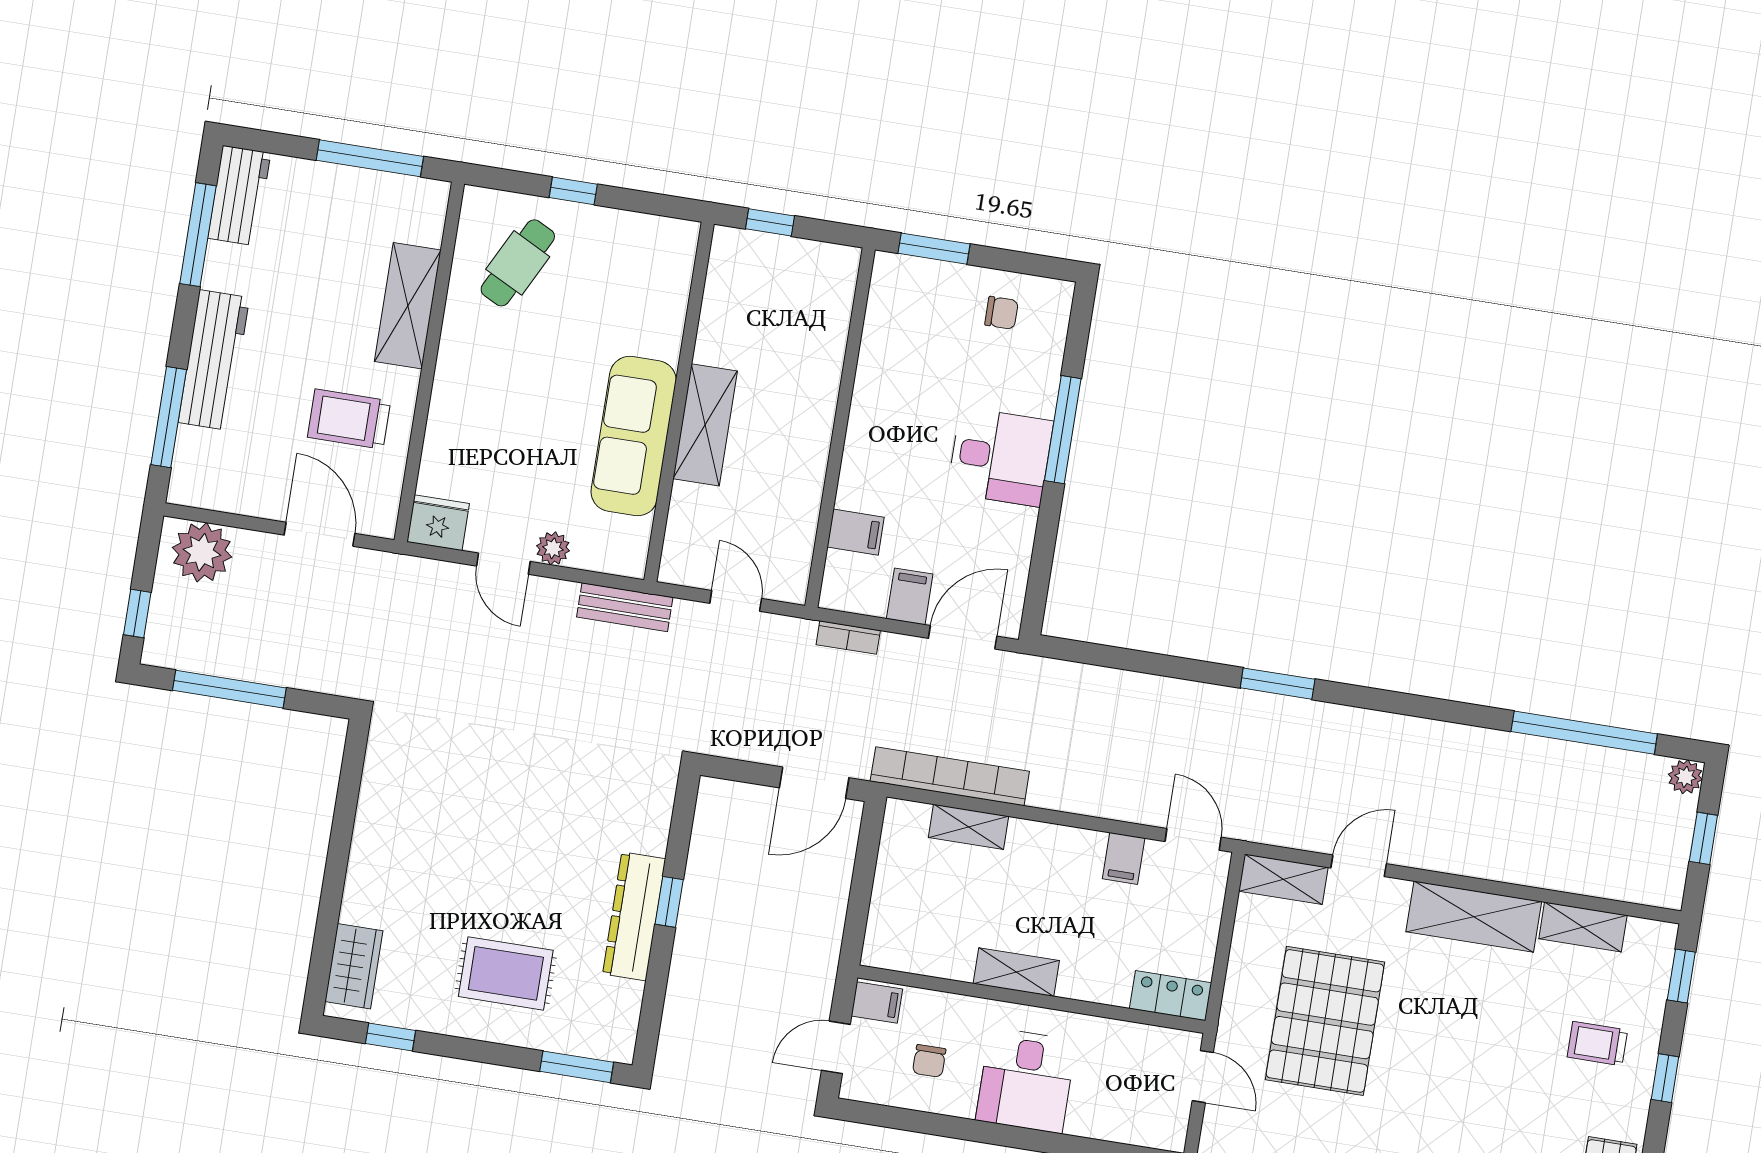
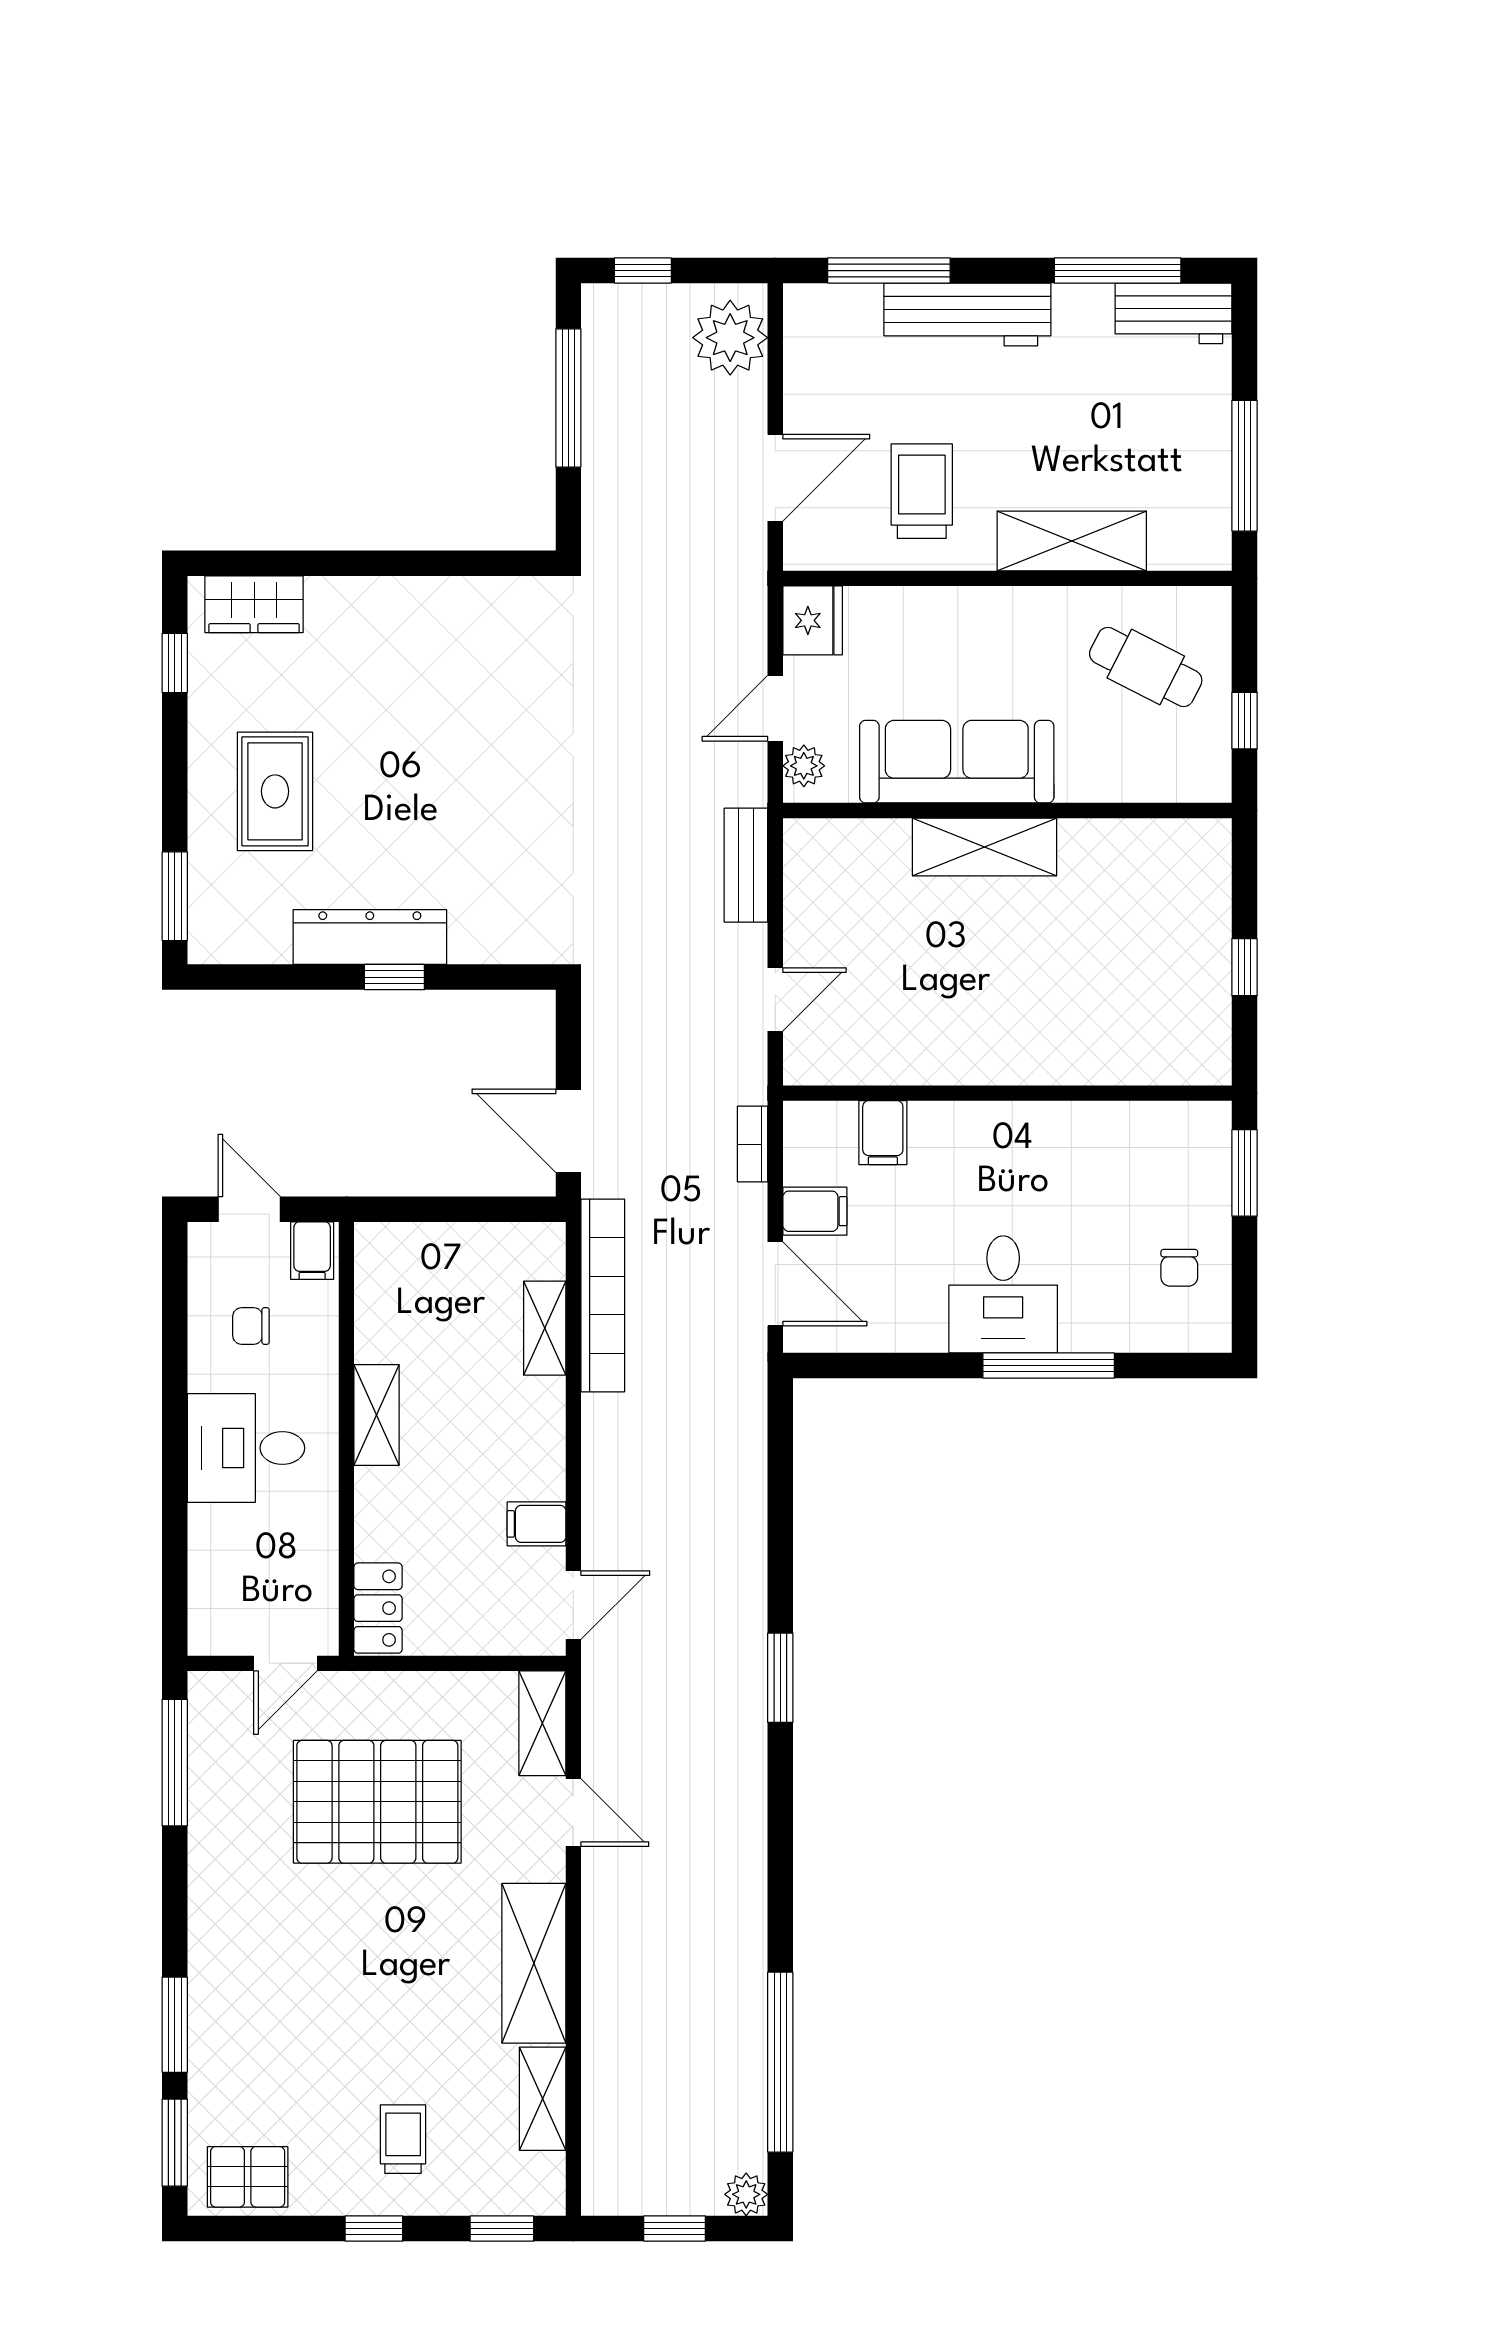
wall: (679, 402) -> (1007, 810), moved
shelving: (705, 425) -> (984, 847), moved
sofa: (634, 436) -> (957, 762), moved

